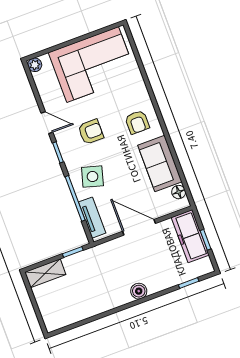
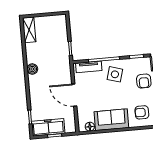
door: (139, 227) -> (74, 95), swing flipped
freezer: (190, 236) -> (48, 127), moved
shelving: (45, 273) -> (29, 30), moved
boiler: (139, 291) -> (32, 69), moved

